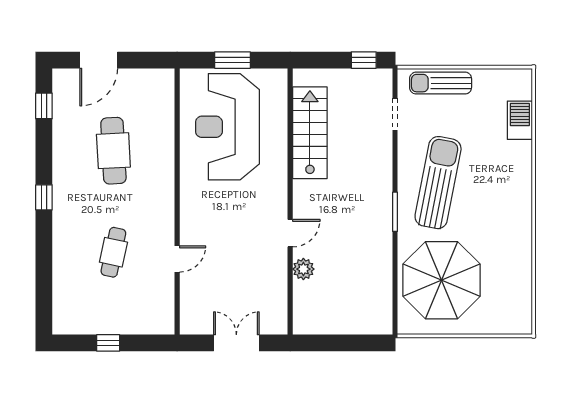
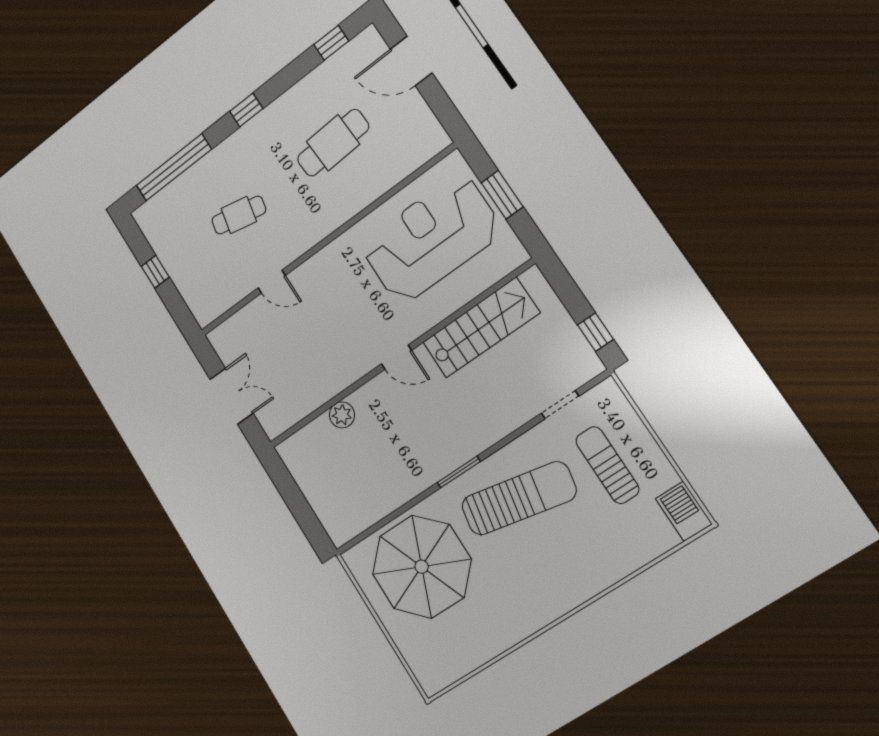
sun lounger: (441, 83) -> (607, 465), moved
barbecue: (520, 120) -> (684, 511), moved, turned -90
door: (290, 233) -> (396, 357), moved
window: (44, 279) -> (174, 167), added

